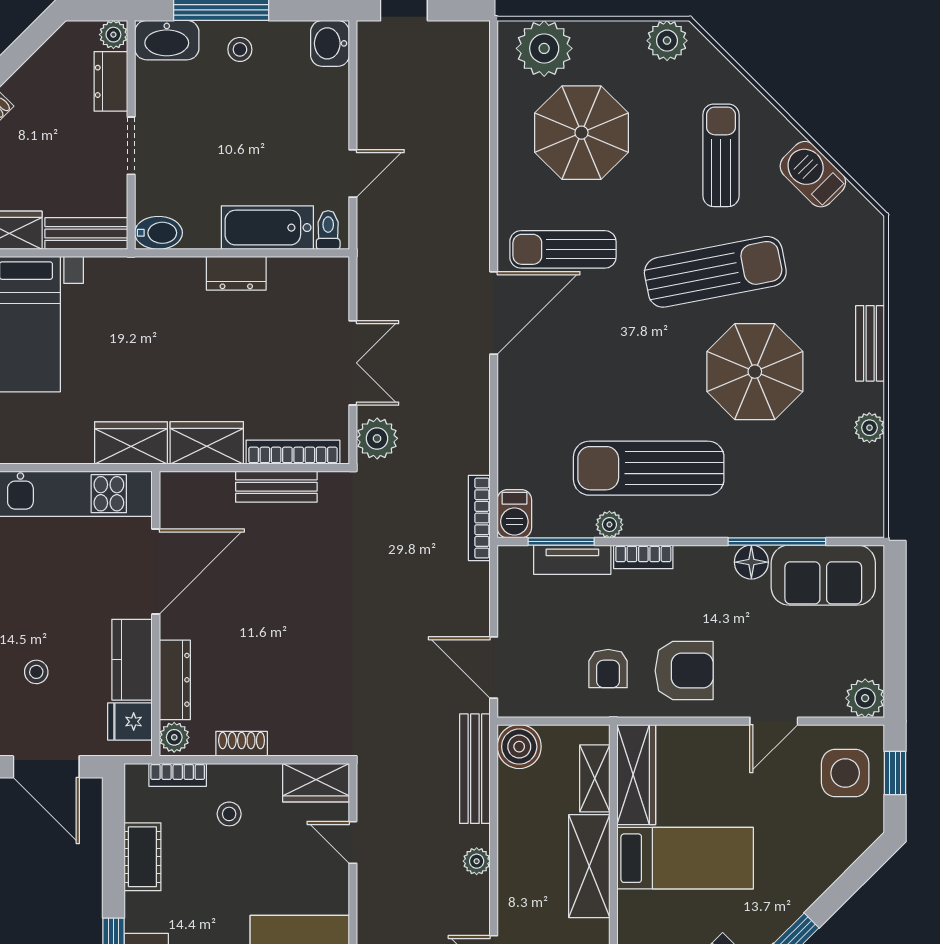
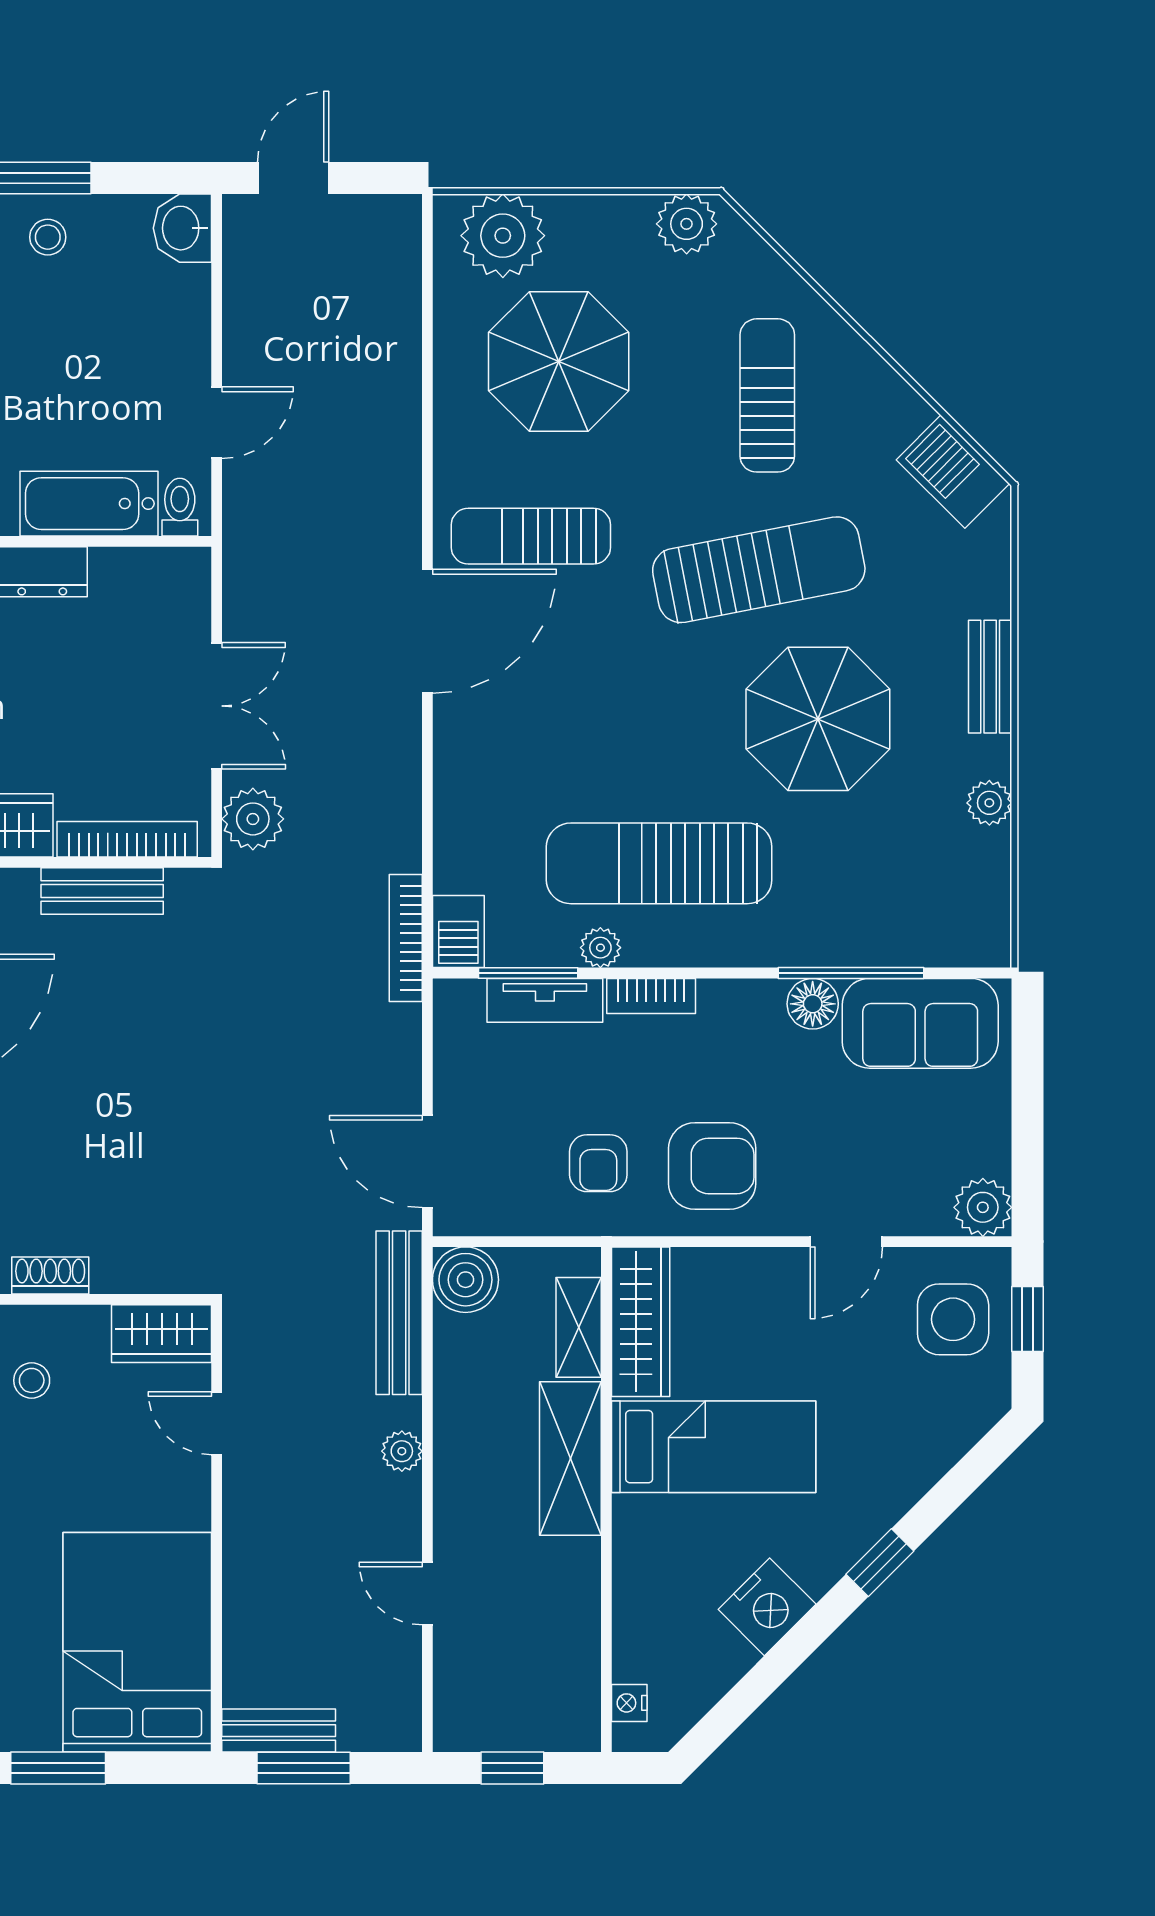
barbecue: (813, 174) -> (953, 472), moved

